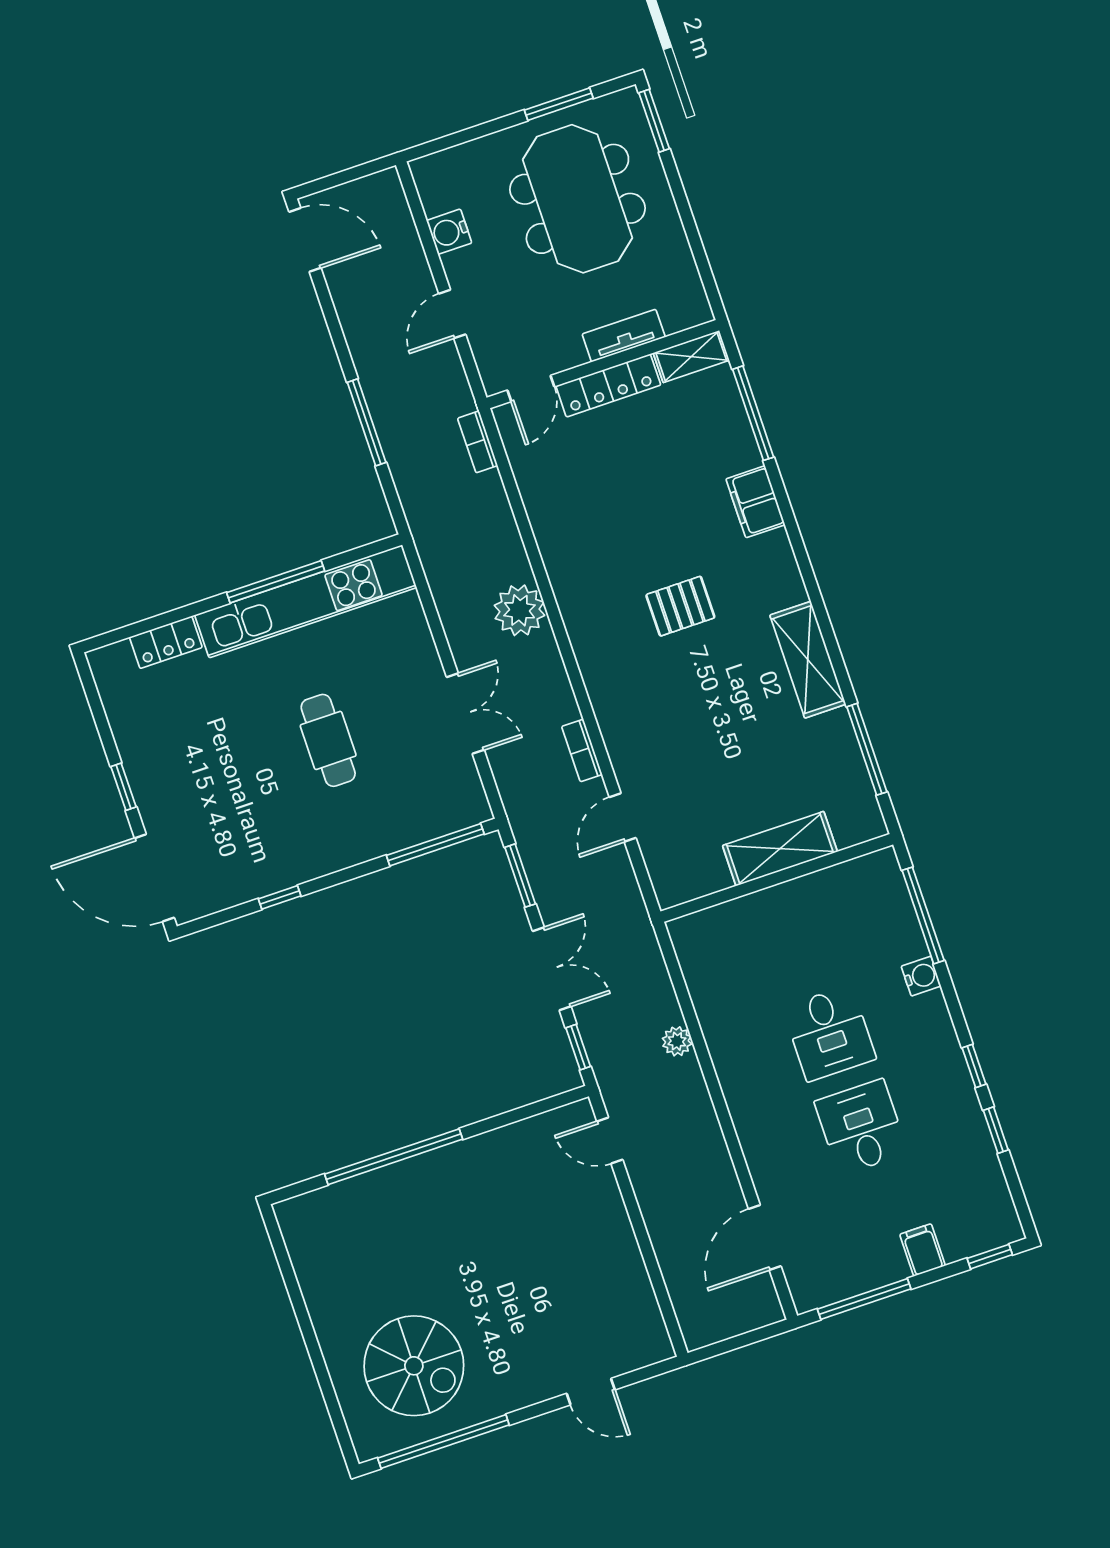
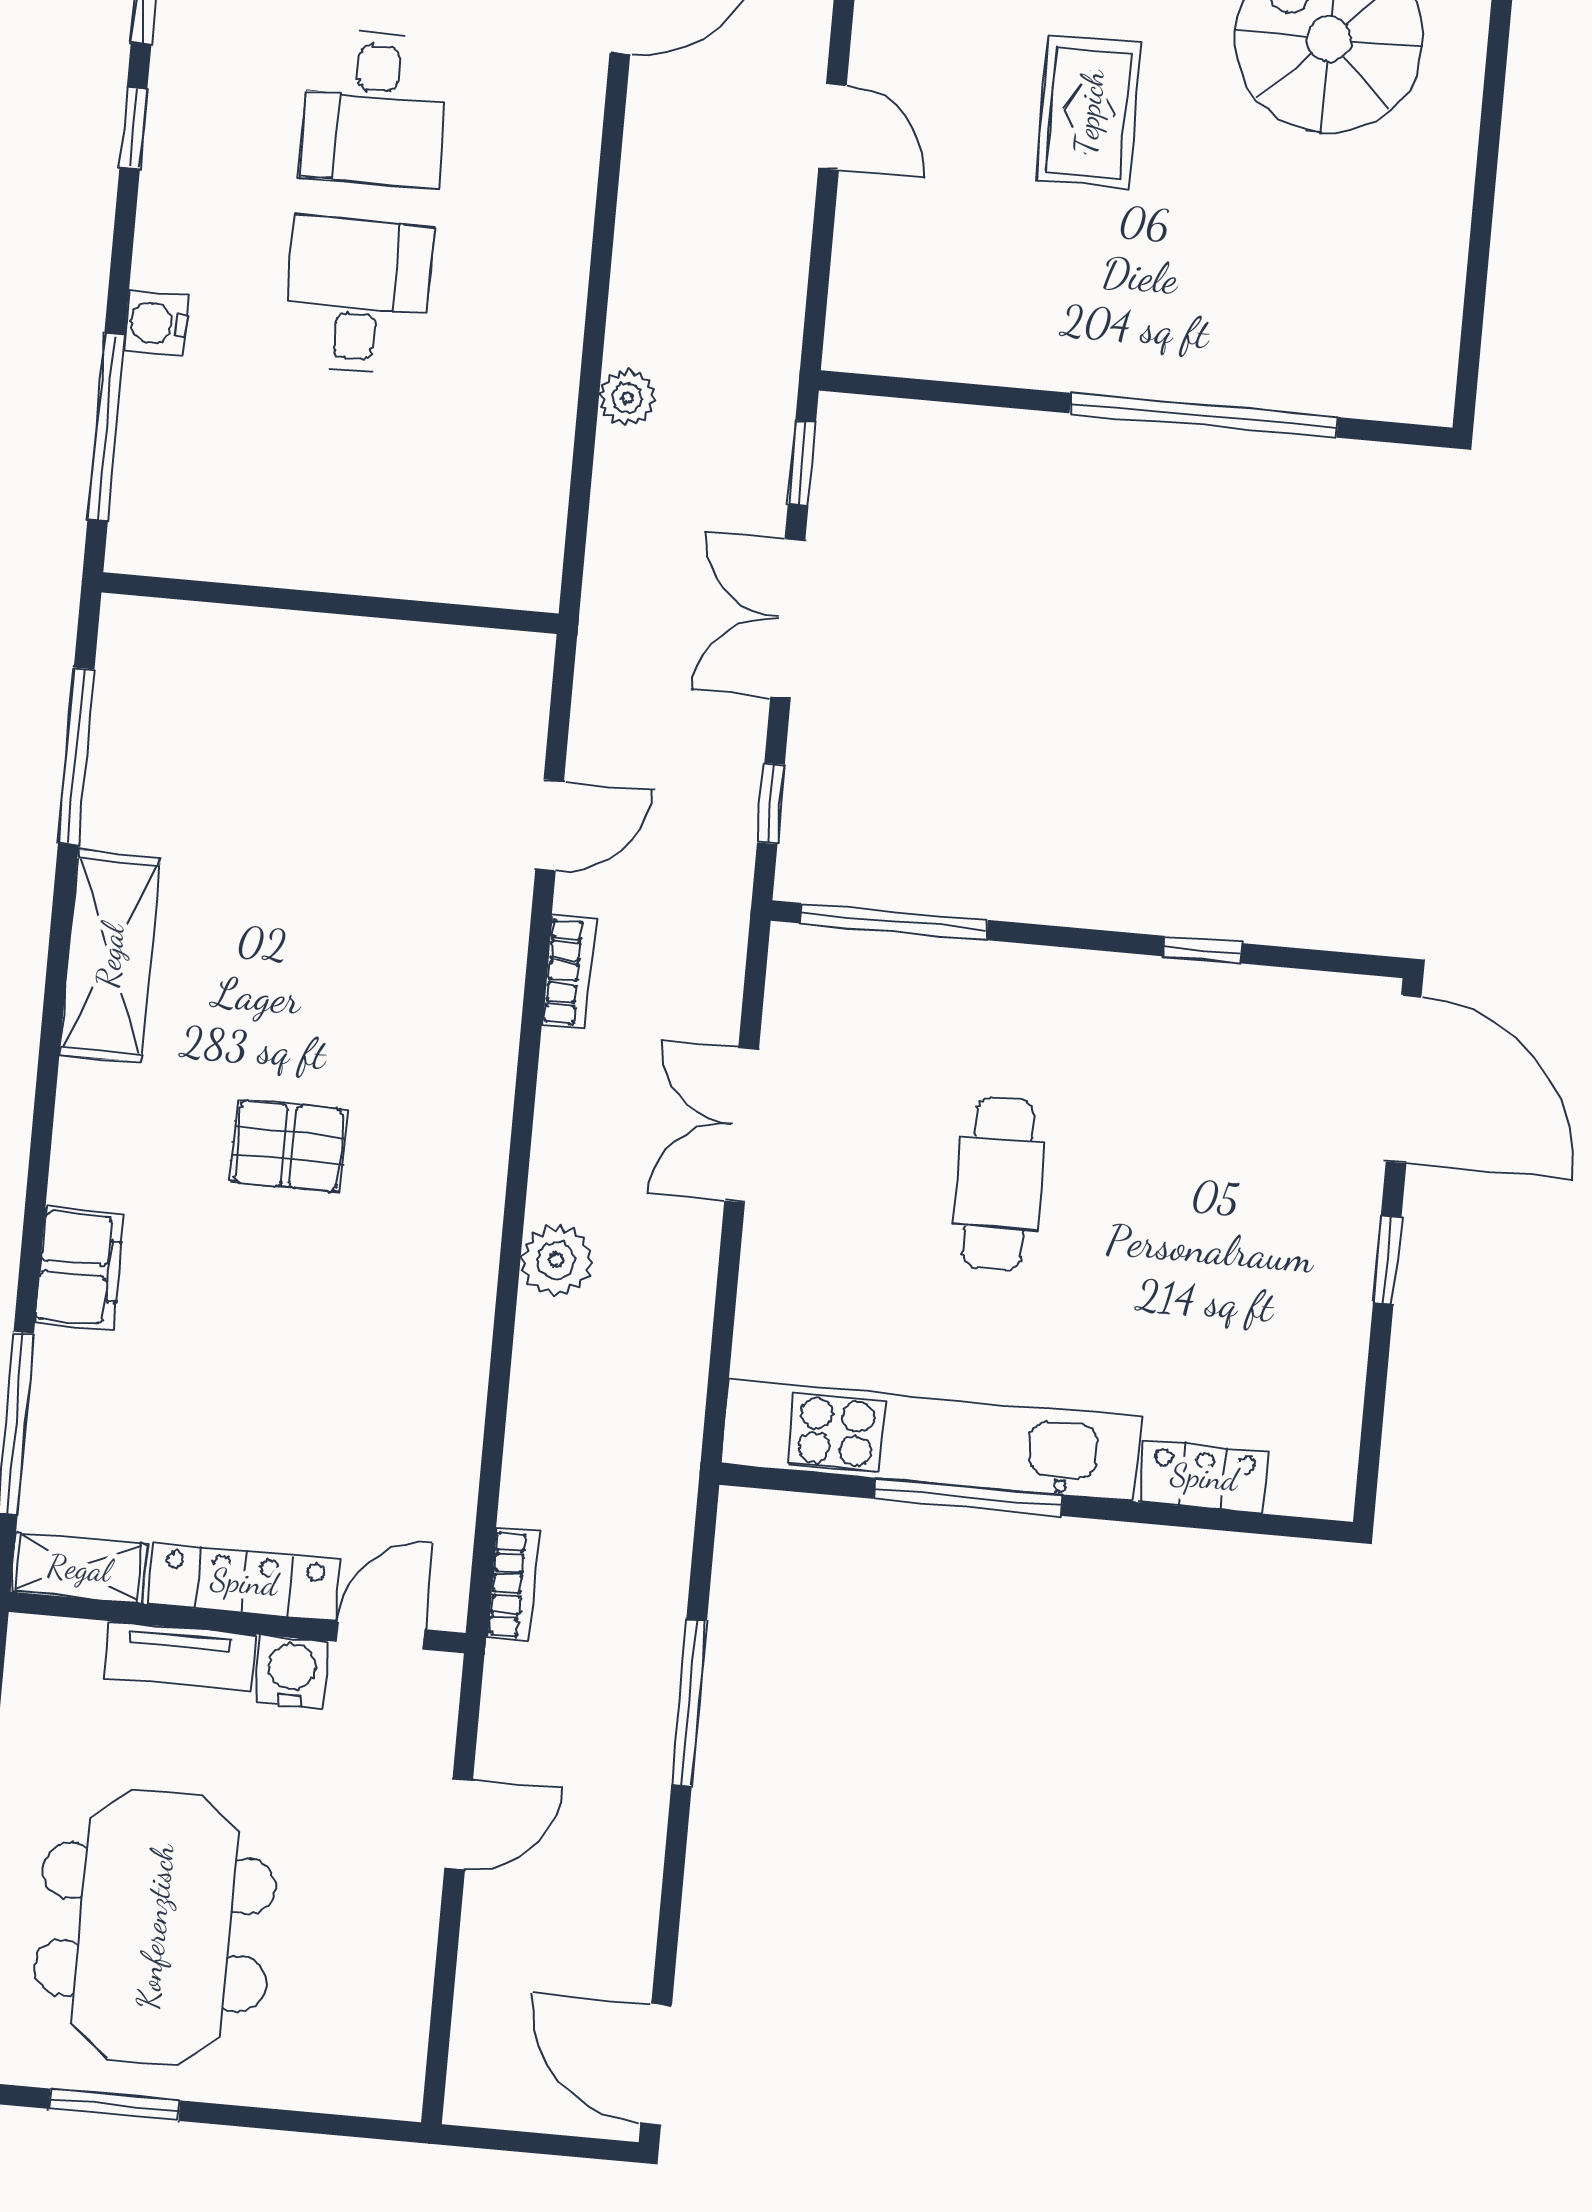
water cooler: (449, 232) -> (292, 1672), moved, turned -90
plant: (520, 610) -> (556, 1260), width x0.73, depth x0.73
shelving: (780, 849) -> (302, 651), removed
window: (520, 876) -> (771, 804), width x0.67
door: (610, 1140) -> (832, 127), moved
rug: (515, 1279) -> (1089, 112), added

